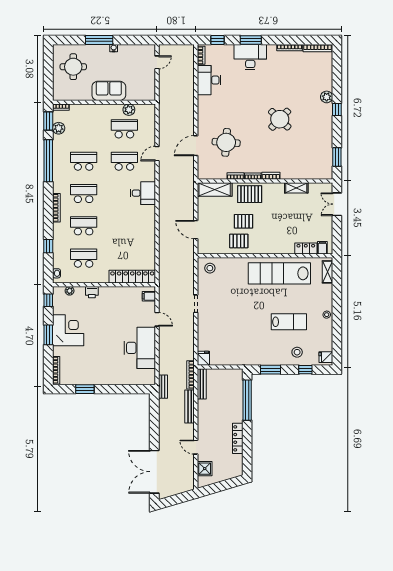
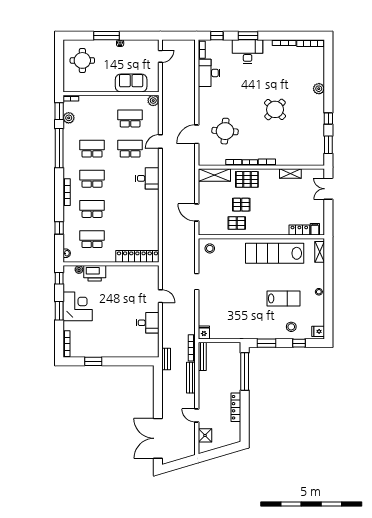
sofa: (109, 91) -> (131, 83), moved
plant: (129, 110) -> (153, 101), moved
window: (337, 110) -> (328, 118), moved
printer: (92, 292) -> (95, 273), width x1.87, depth x1.48
filing cabinet: (149, 296) -> (153, 275), removed
desk: (140, 348) -> (148, 323), width x0.53, depth x0.77

